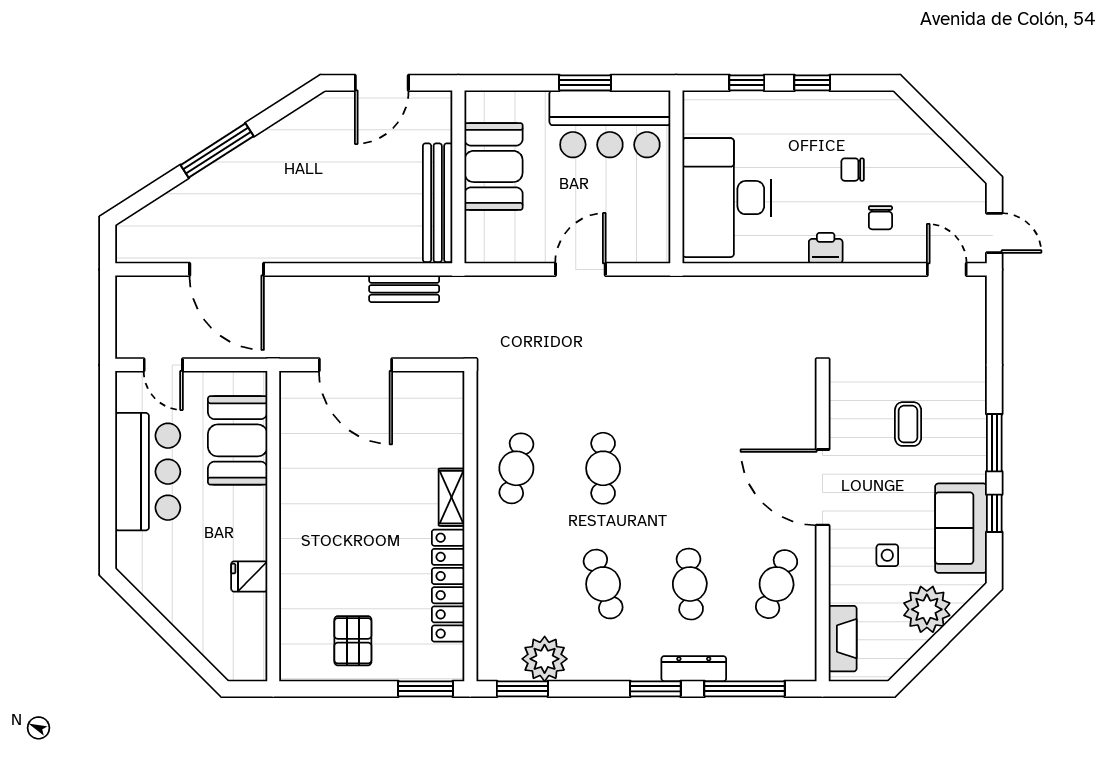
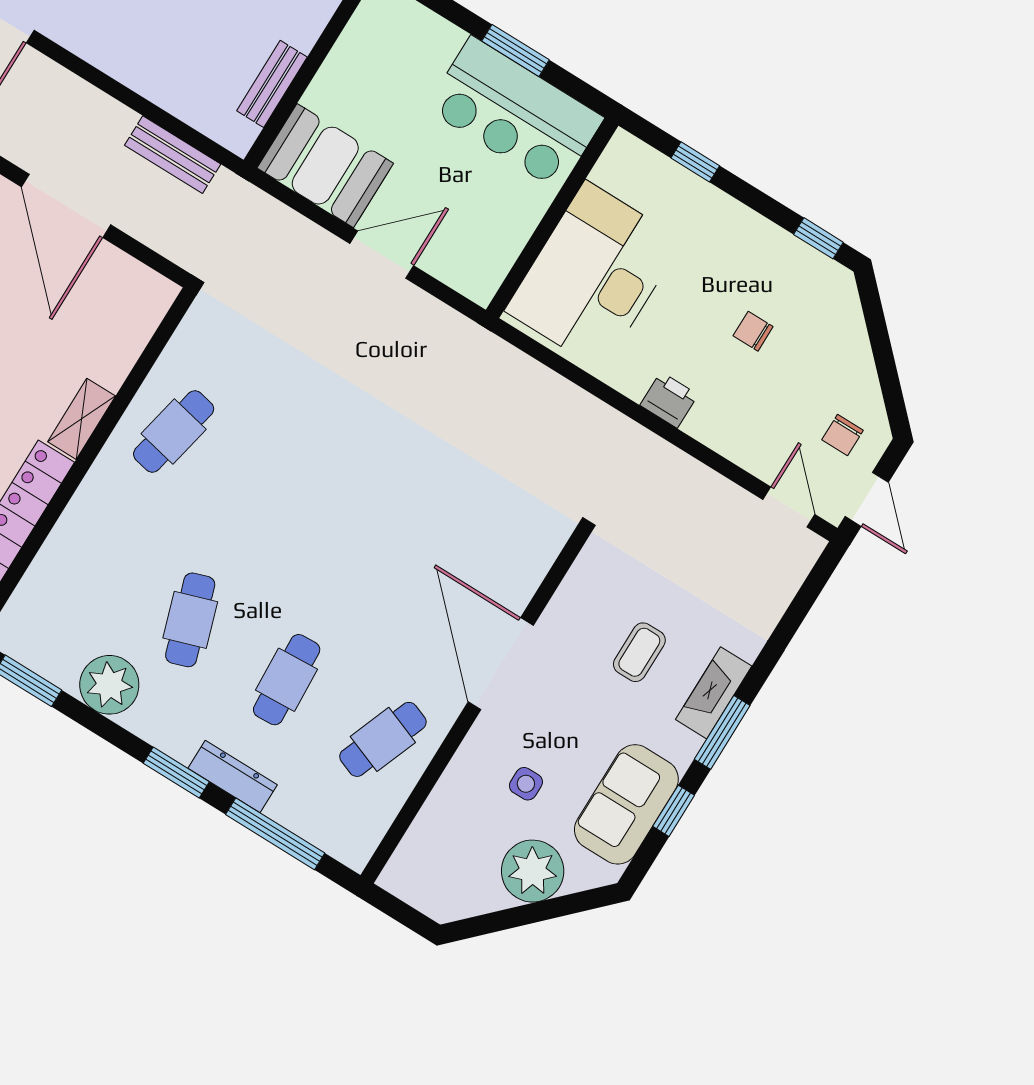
window: (812, 83) -> (818, 238), moved
booth: (493, 166) -> (325, 166), moved, turned 90
bench: (438, 203) -> (272, 84), width x0.54, depth x0.82
chair: (880, 218) -> (843, 435), moved
cafe table: (603, 468) -> (270, 491), removed
fireplace: (843, 639) -> (714, 693), moved, turned 180
plant: (545, 659) -> (109, 685), moved

